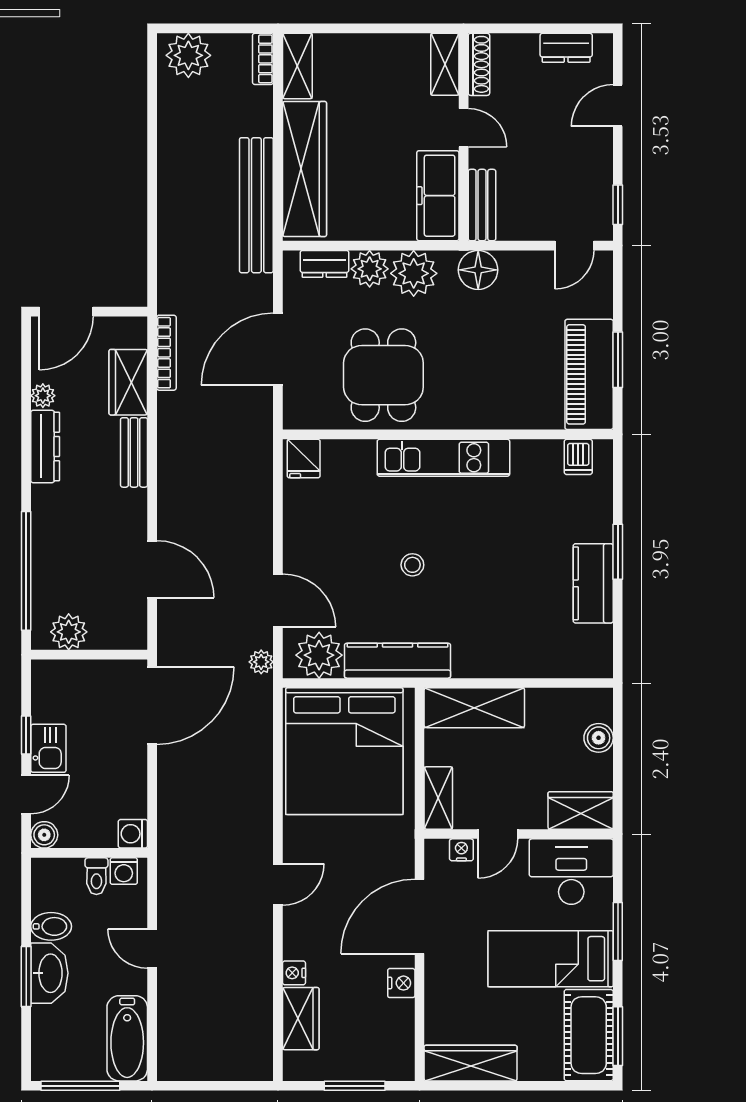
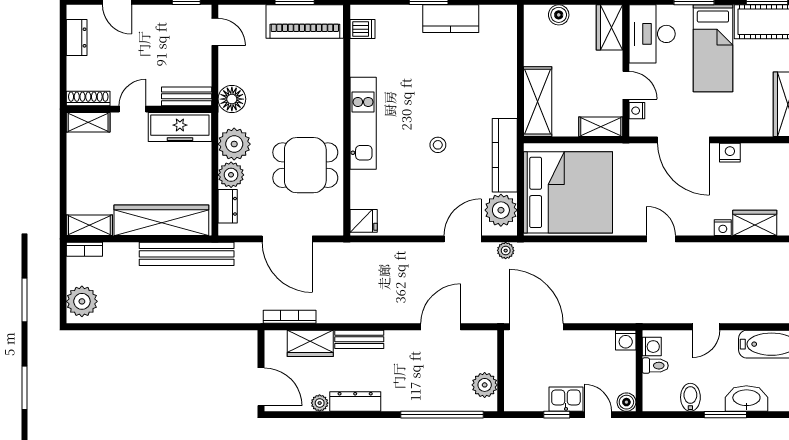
washbasin: (49, 973) -> (746, 398), moved

